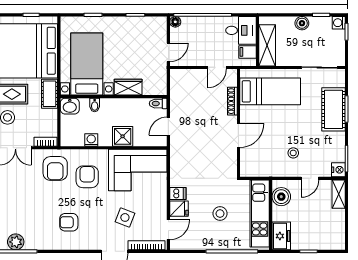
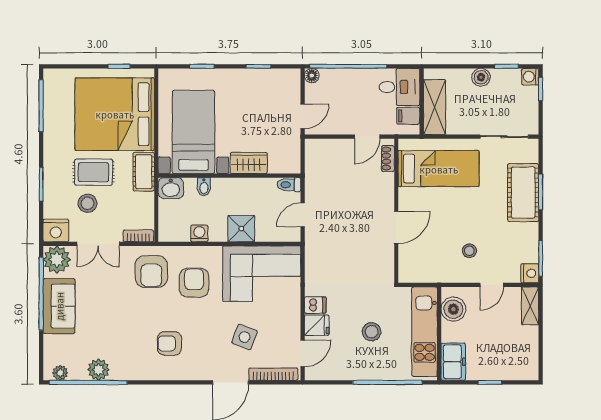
shoe rack: (232, 101) -> (388, 159), moved, width x0.70

